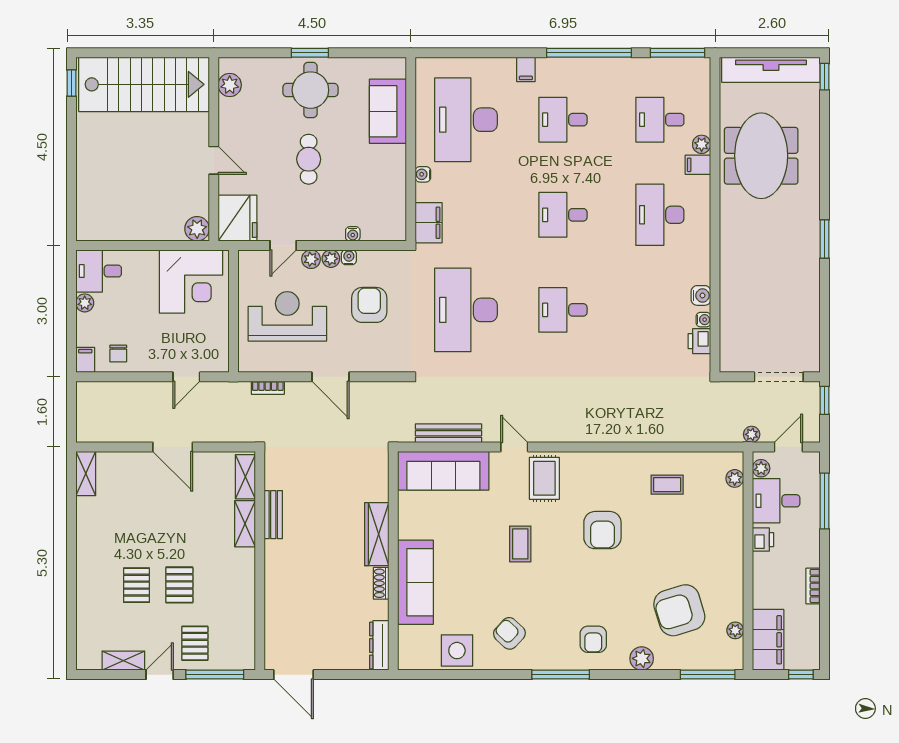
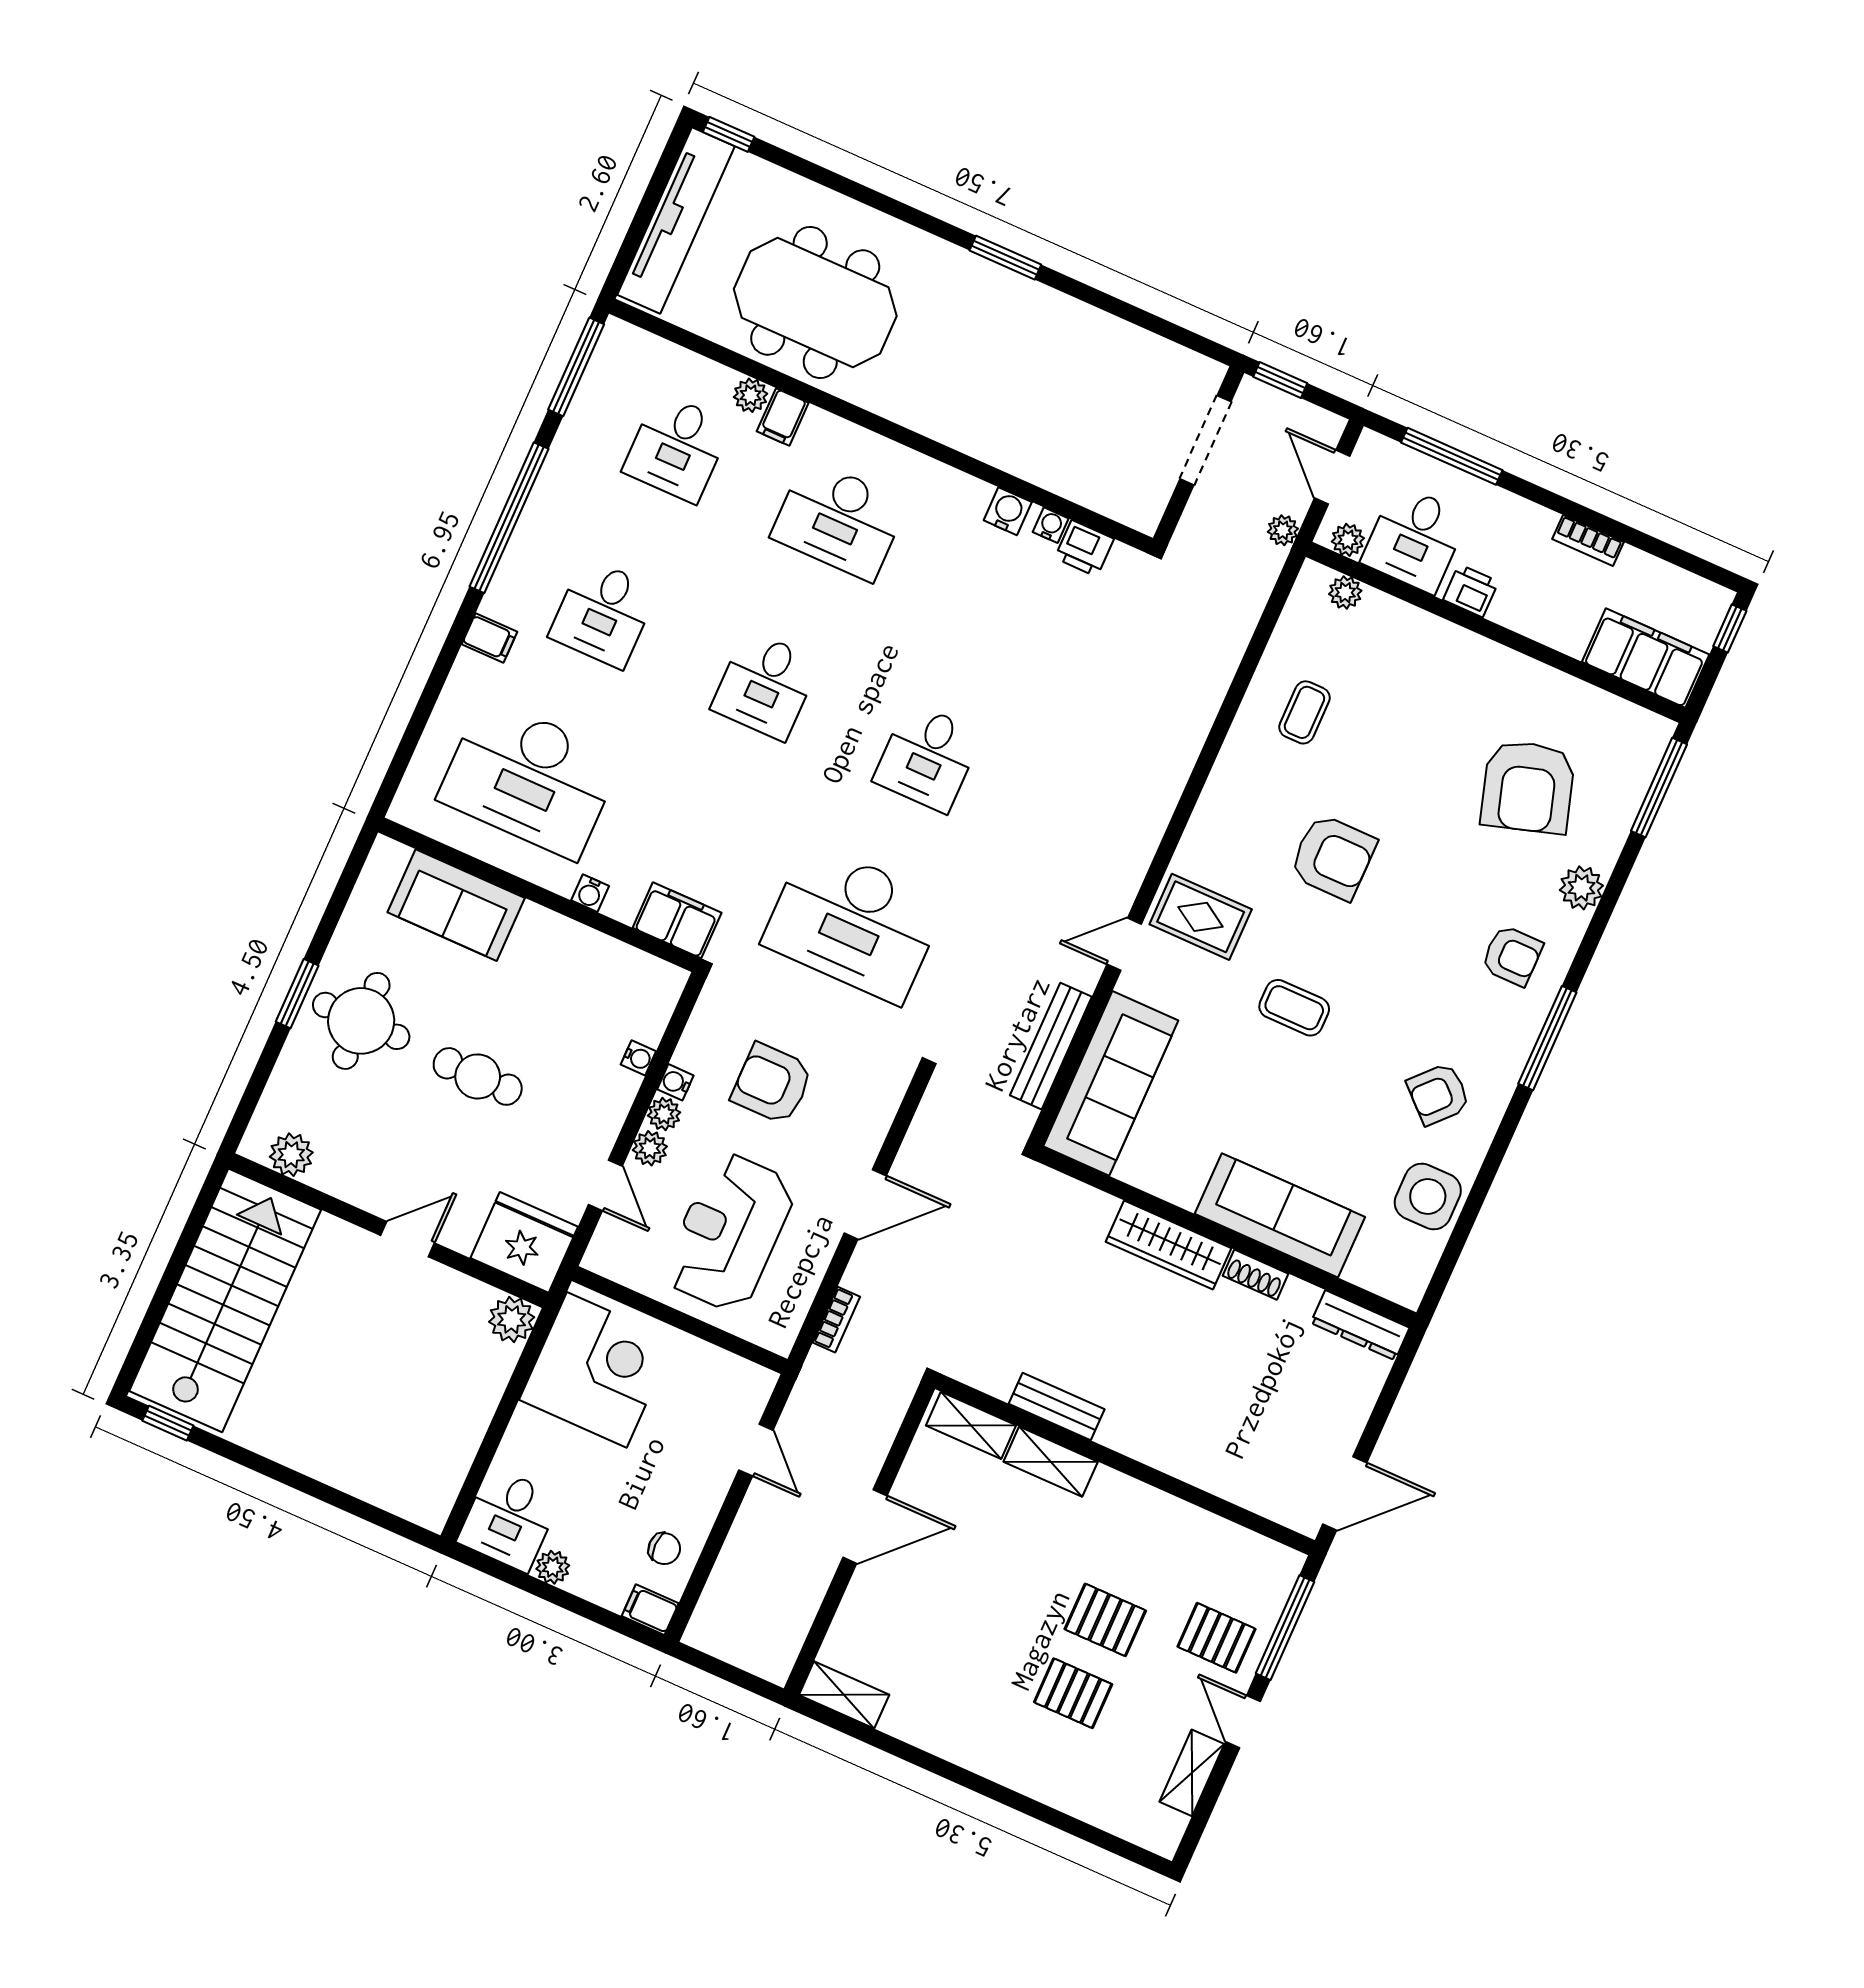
plant: (735, 630) -> (1605, 707), removed

